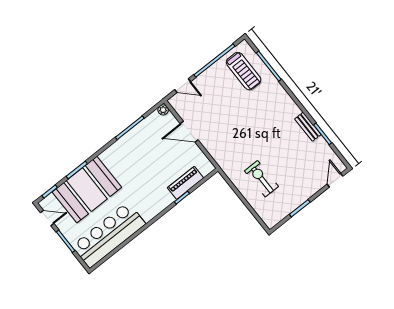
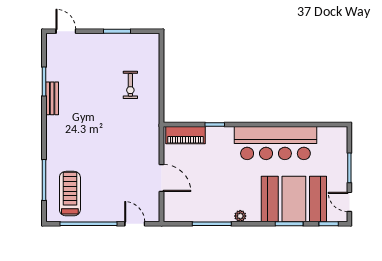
plant: (163, 110) -> (240, 216), moved
exercise bike: (261, 179) -> (130, 85), width x0.73, depth x0.72
door: (335, 180) -> (66, 31), swing flipped
piano: (185, 183) -> (186, 135), moved
bar counter: (109, 235) -> (275, 143), moved

